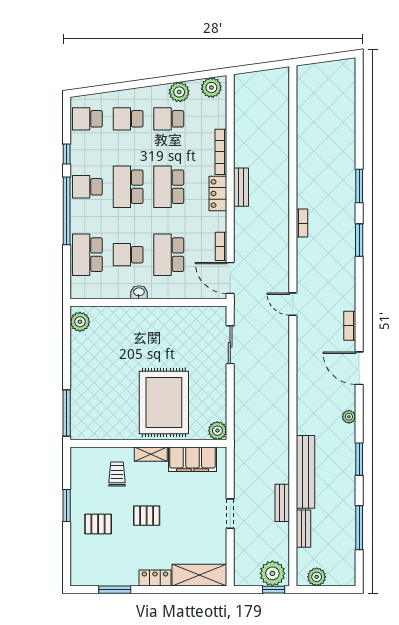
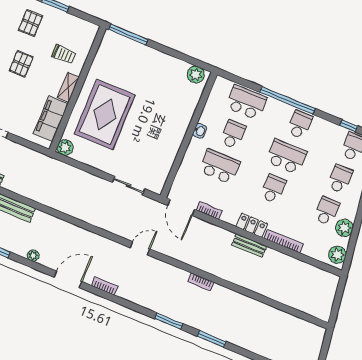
window: (67, 154) -> (349, 126), moved
school desk: (169, 187) -> (273, 189), width x0.54
door: (230, 278) -> (181, 207), swing flipped
rug: (164, 403) -> (105, 114), turned 90

